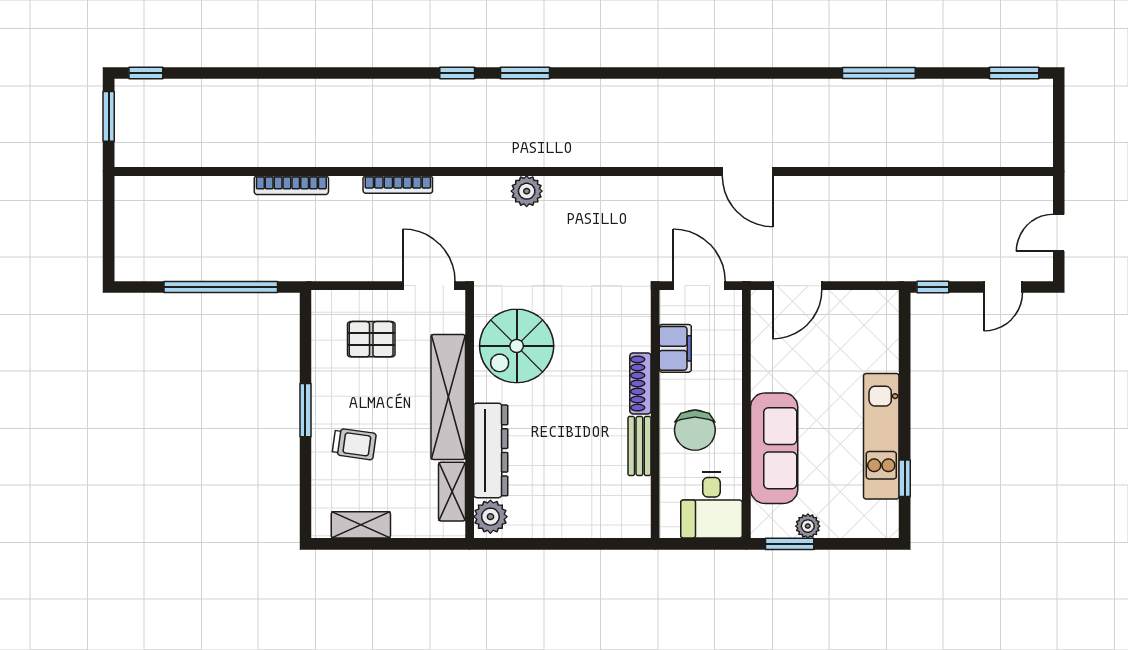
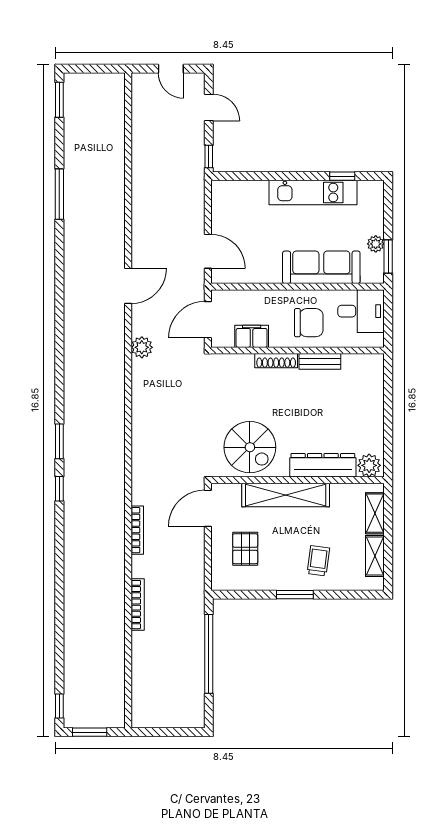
plant: (527, 191) -> (142, 347), moved
shelving: (452, 492) -> (375, 513), moved, turned 90

